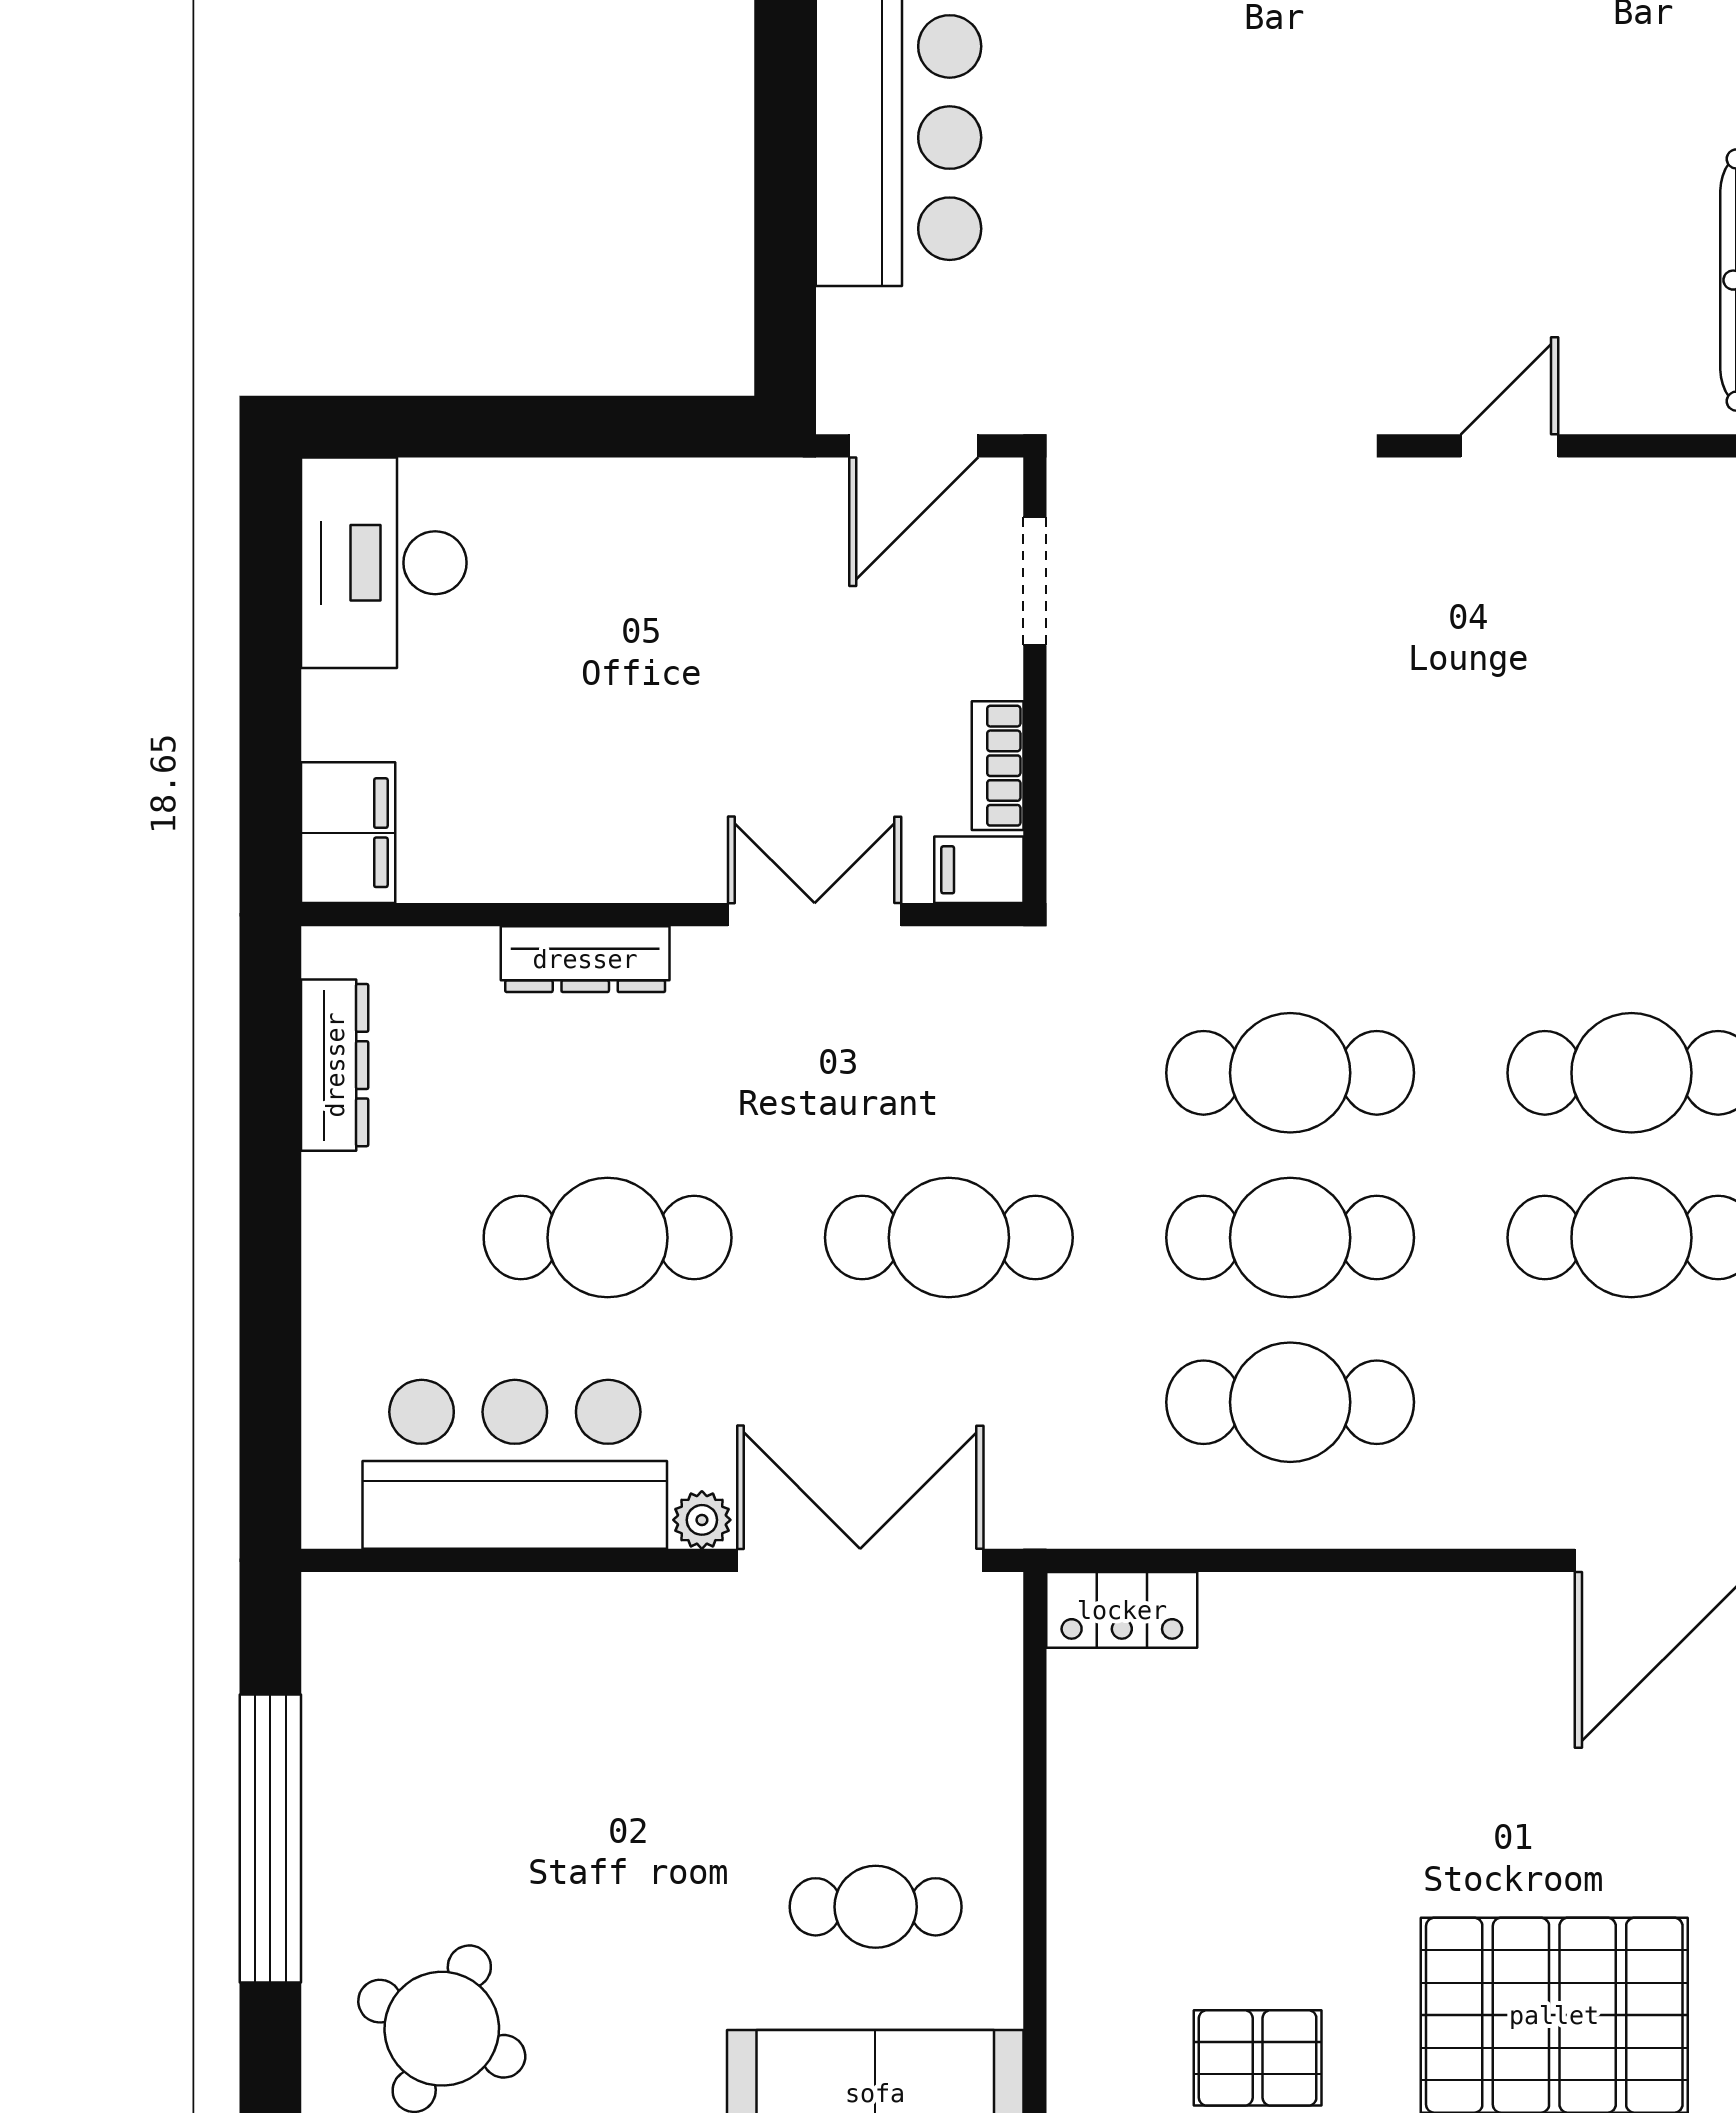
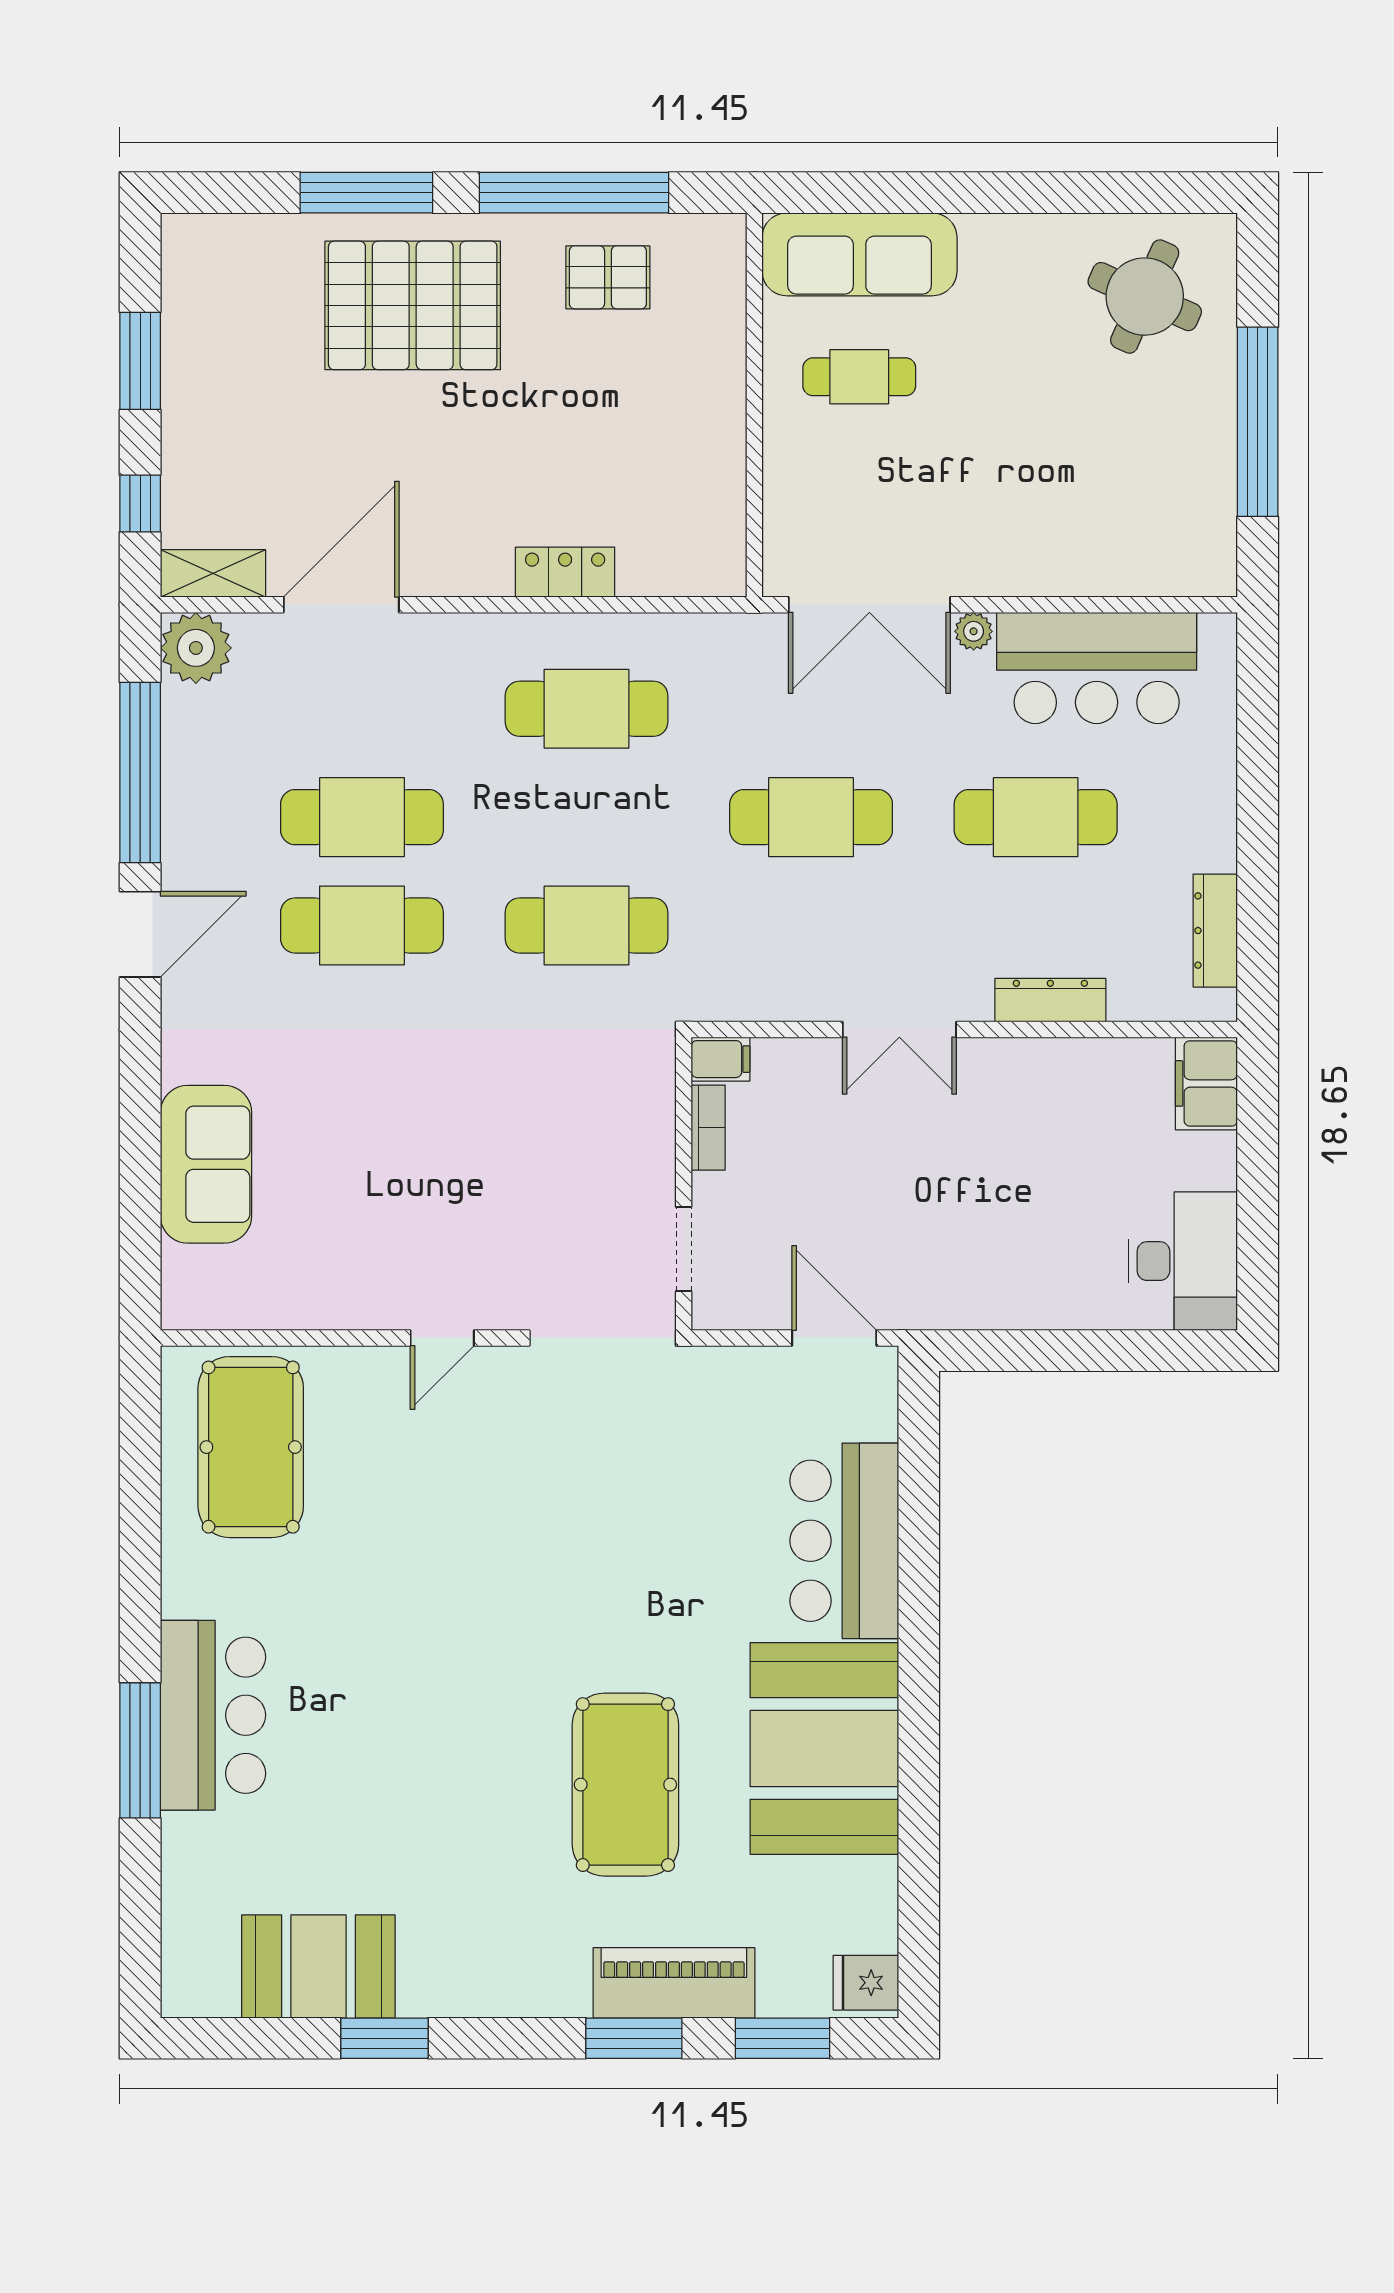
door: (914, 446) -> (834, 1338), hinge flipped
doorway: (1035, 581) -> (684, 1249), moved
wall: (1035, 680) -> (684, 1184), moved
bookcase: (998, 766) -> (708, 1128), moved
filing cabinet: (979, 870) -> (721, 1059), moved
cafe table: (1290, 1238) -> (587, 817), removed
locker: (1122, 1610) -> (565, 572), moved

